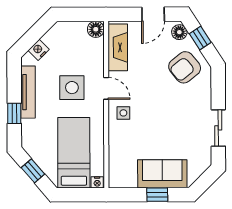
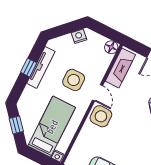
nightstand: (39, 50) -> (79, 36), moved
window: (14, 113) -> (29, 68), moved
side table: (123, 113) -> (101, 116), width x1.87, depth x1.87

